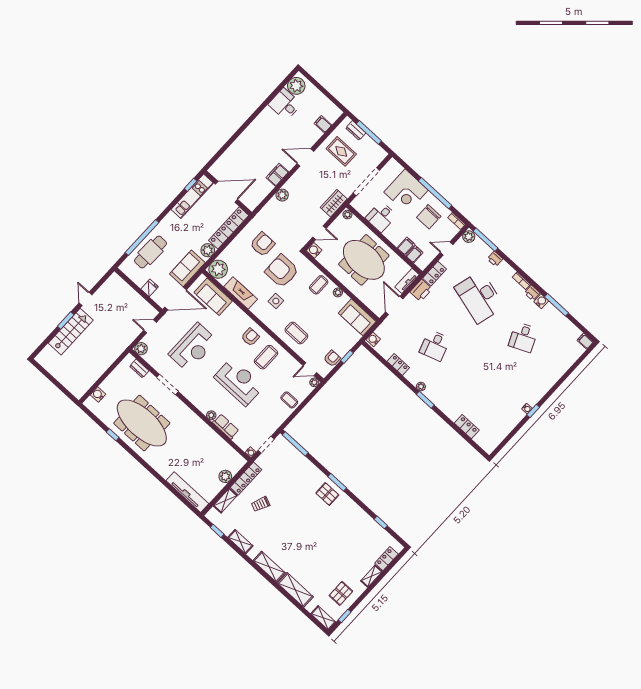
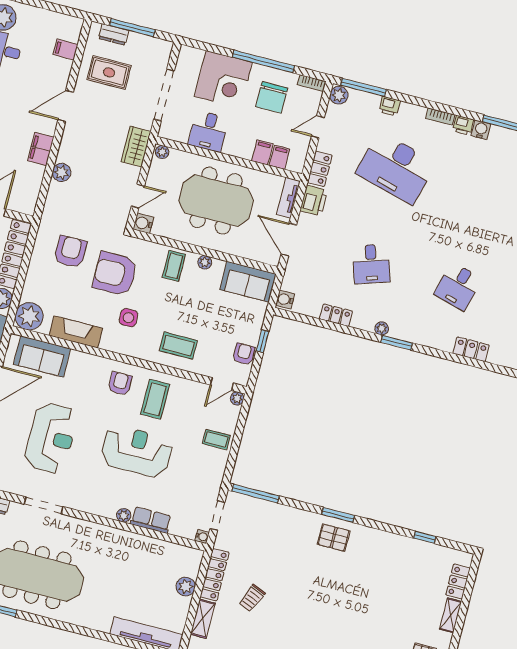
desk: (523, 337) -> (458, 286), moved, turned 39

